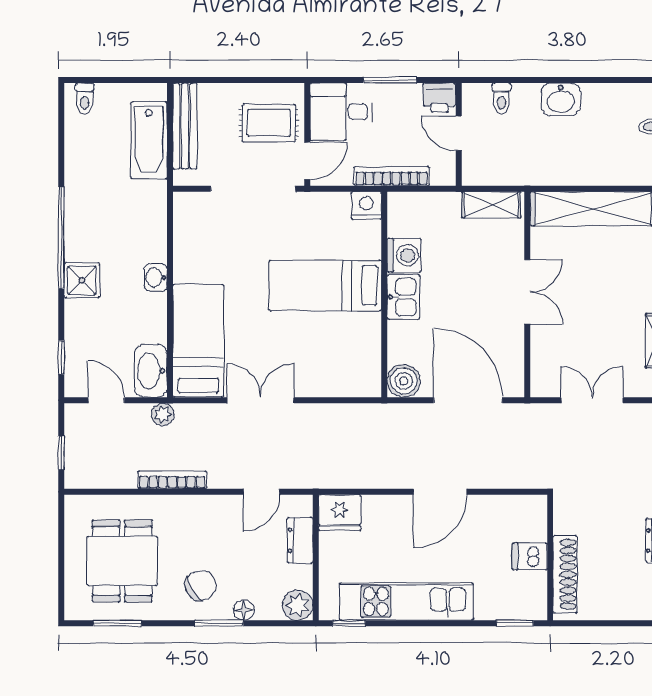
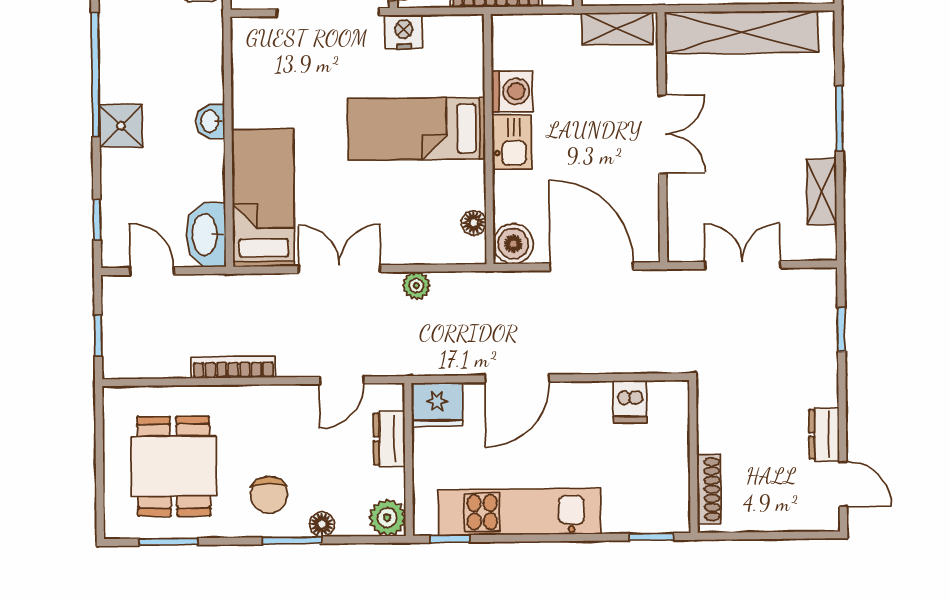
nightstand: (366, 205) -> (404, 32), moved
floor lamp: (371, 363) -> (474, 223), added
plant: (163, 414) -> (416, 286), moved
door: (440, 492) -> (517, 378), moved
dishwasher: (530, 556) -> (630, 402), moved, turned -90
shoe rack: (565, 574) -> (709, 489), width x0.74, depth x0.81
chair: (201, 585) -> (269, 495), turned 120

